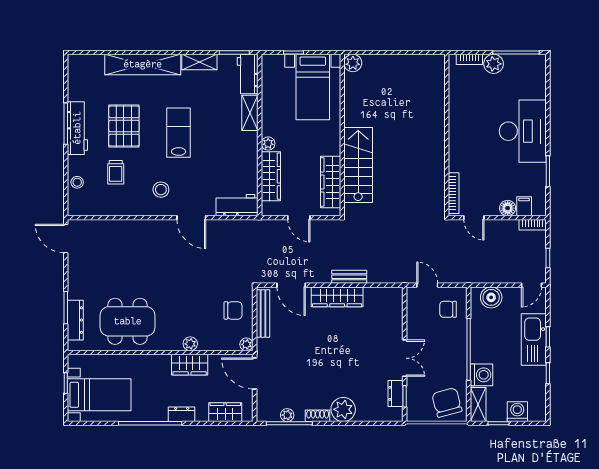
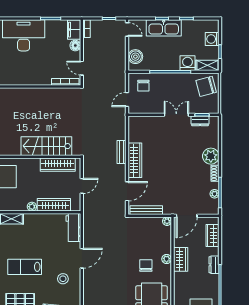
filing cabinet: (524, 206) -> (74, 30), width x2.00
door: (474, 218) -> (82, 68), swing flipped
chair: (233, 310) -> (146, 265), moved

